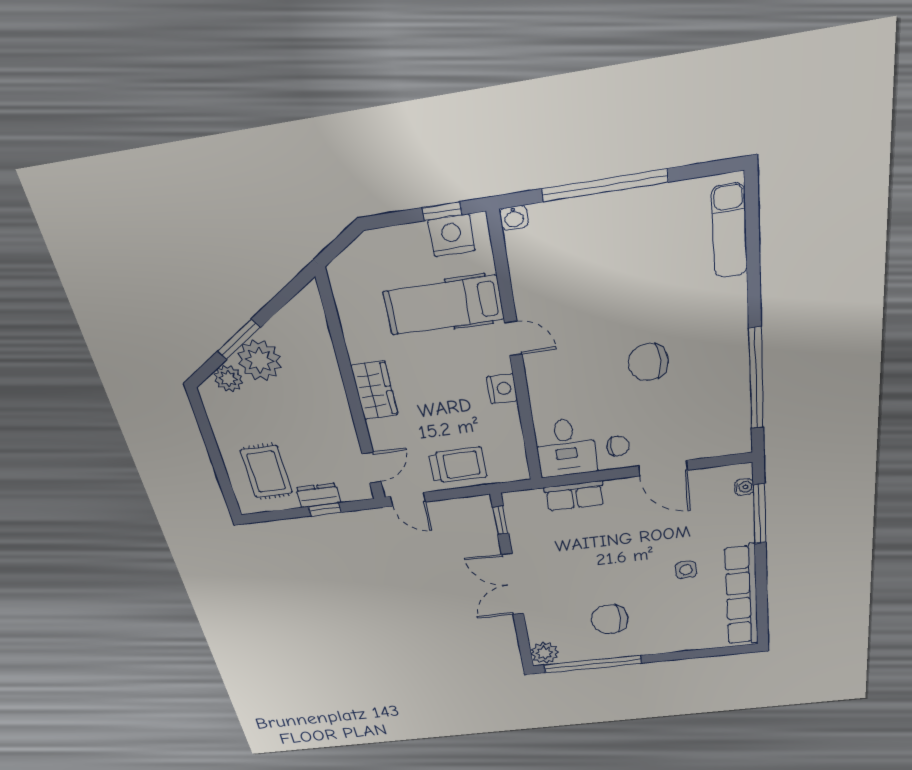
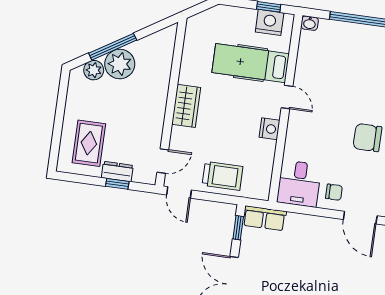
window: (239, 339) -> (113, 47), width x1.44
row of seats: (575, 496) -> (264, 218), moved

